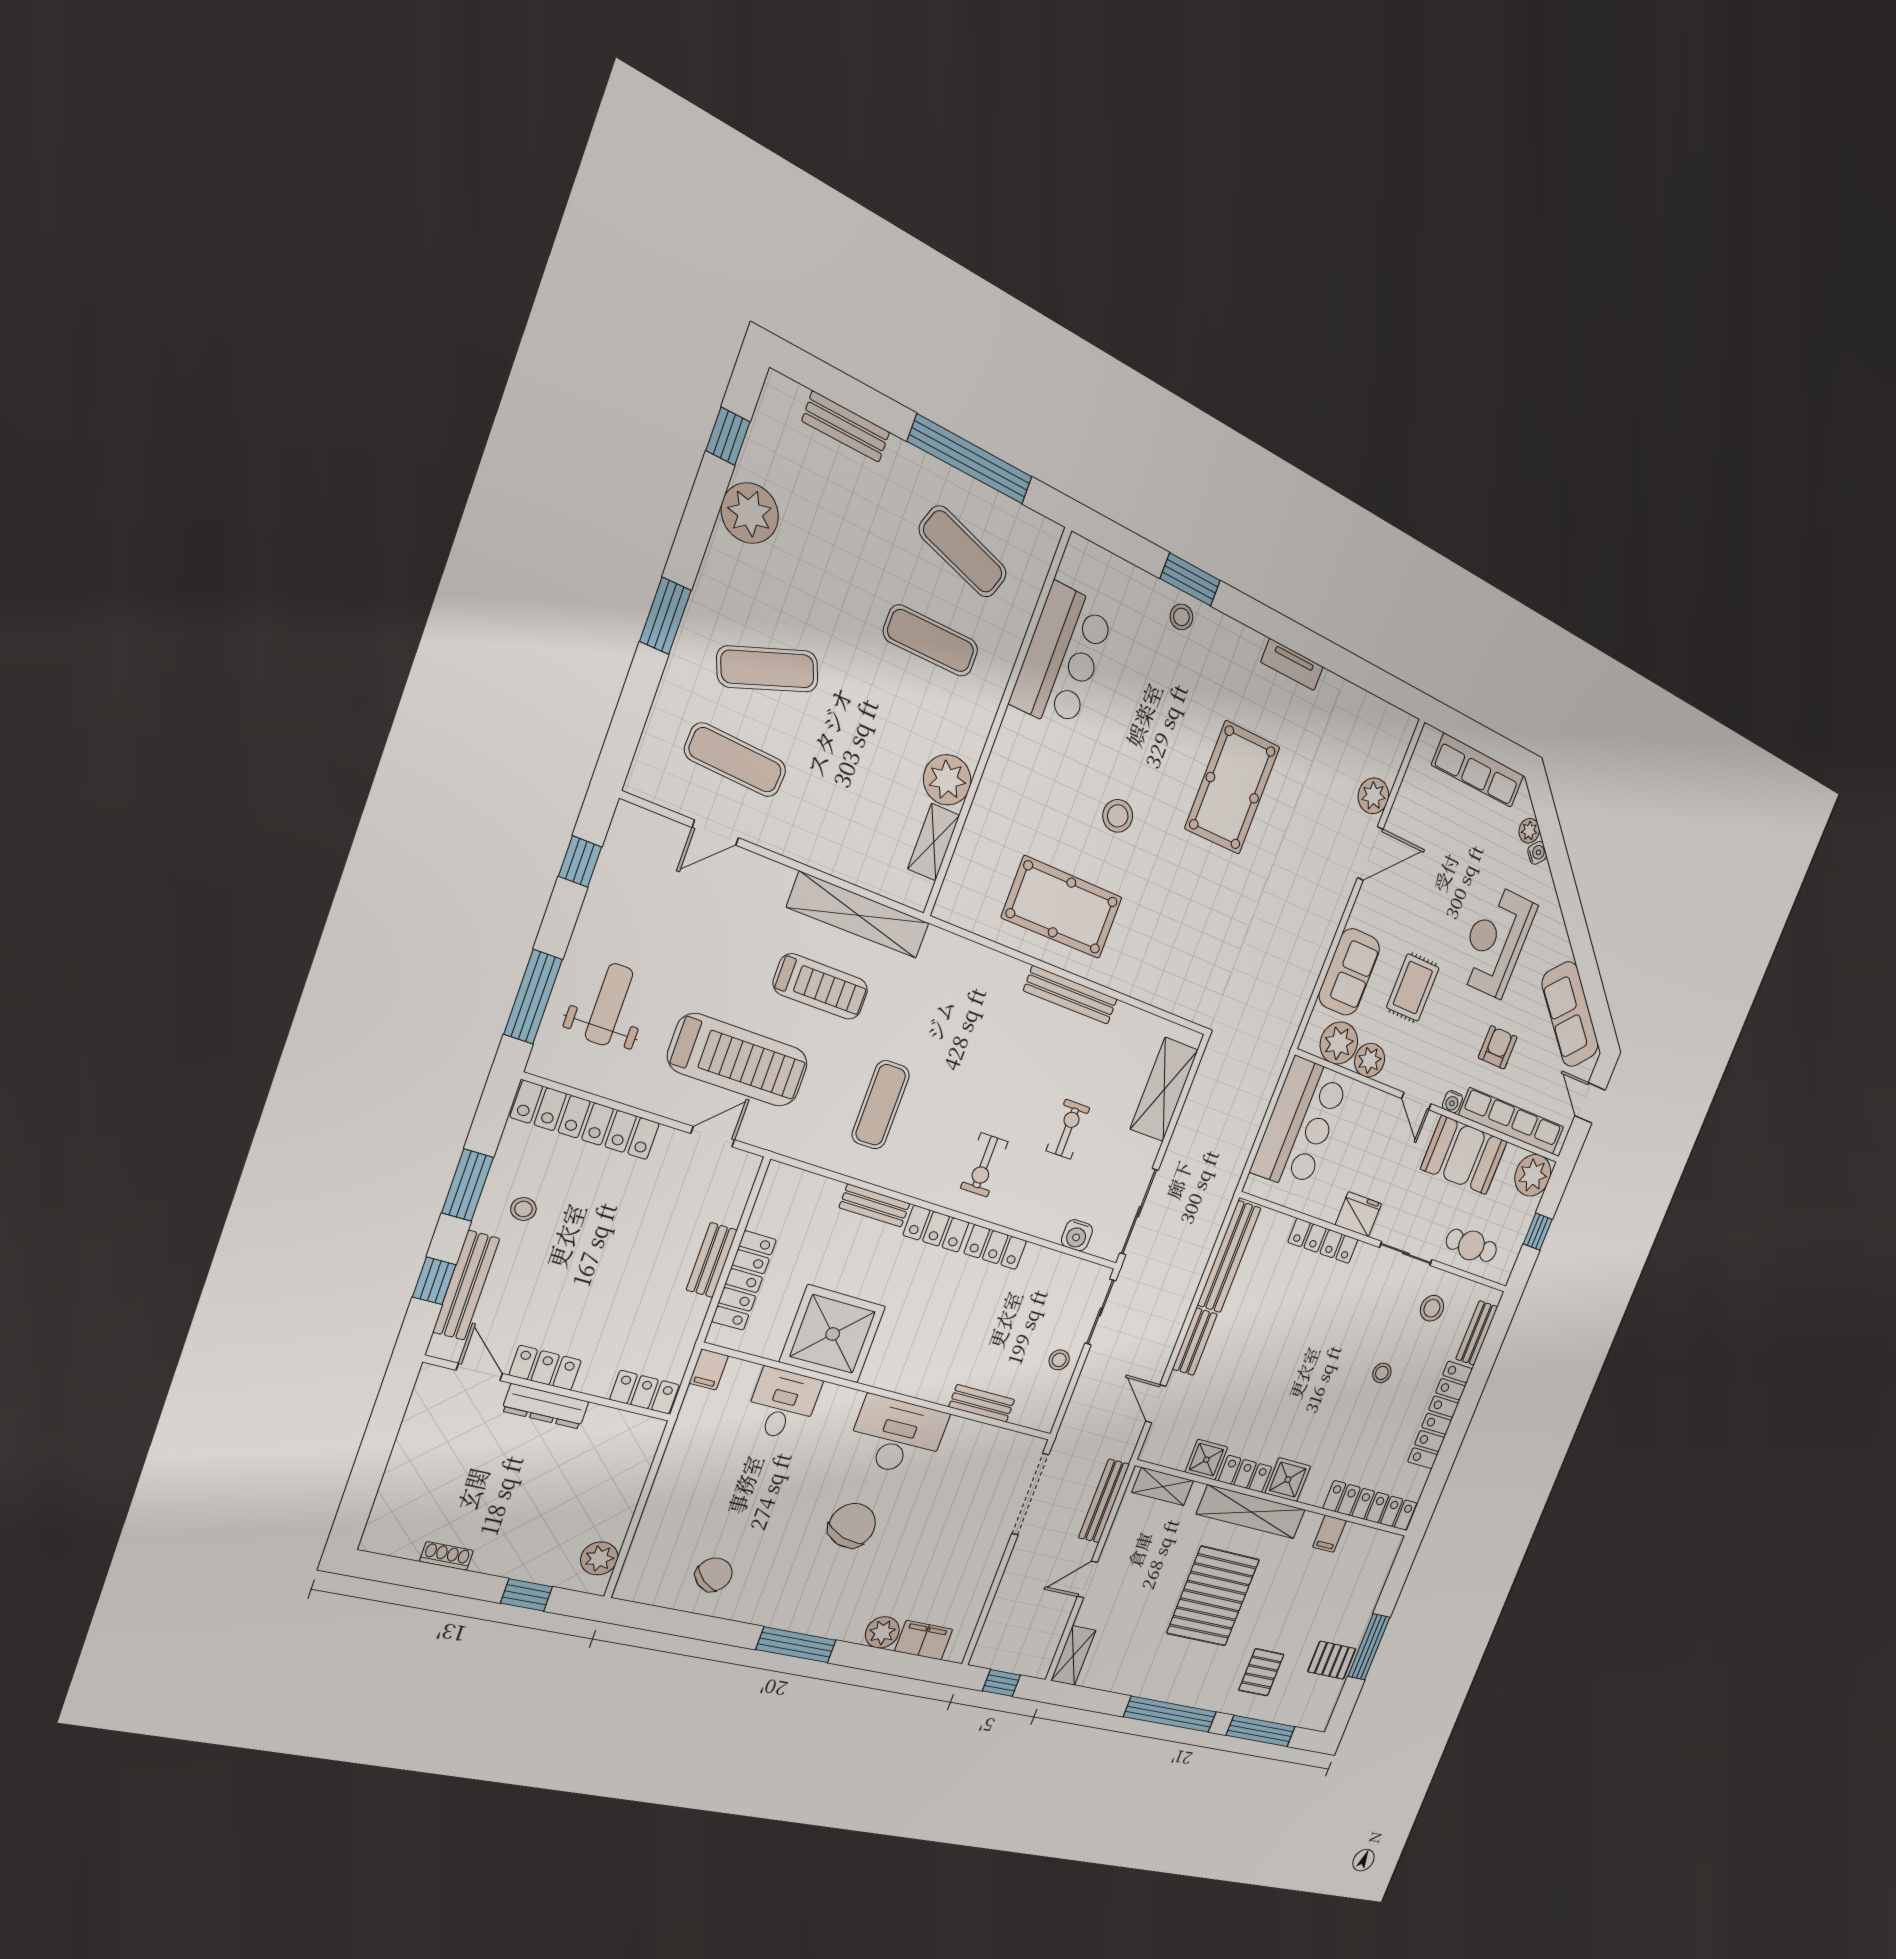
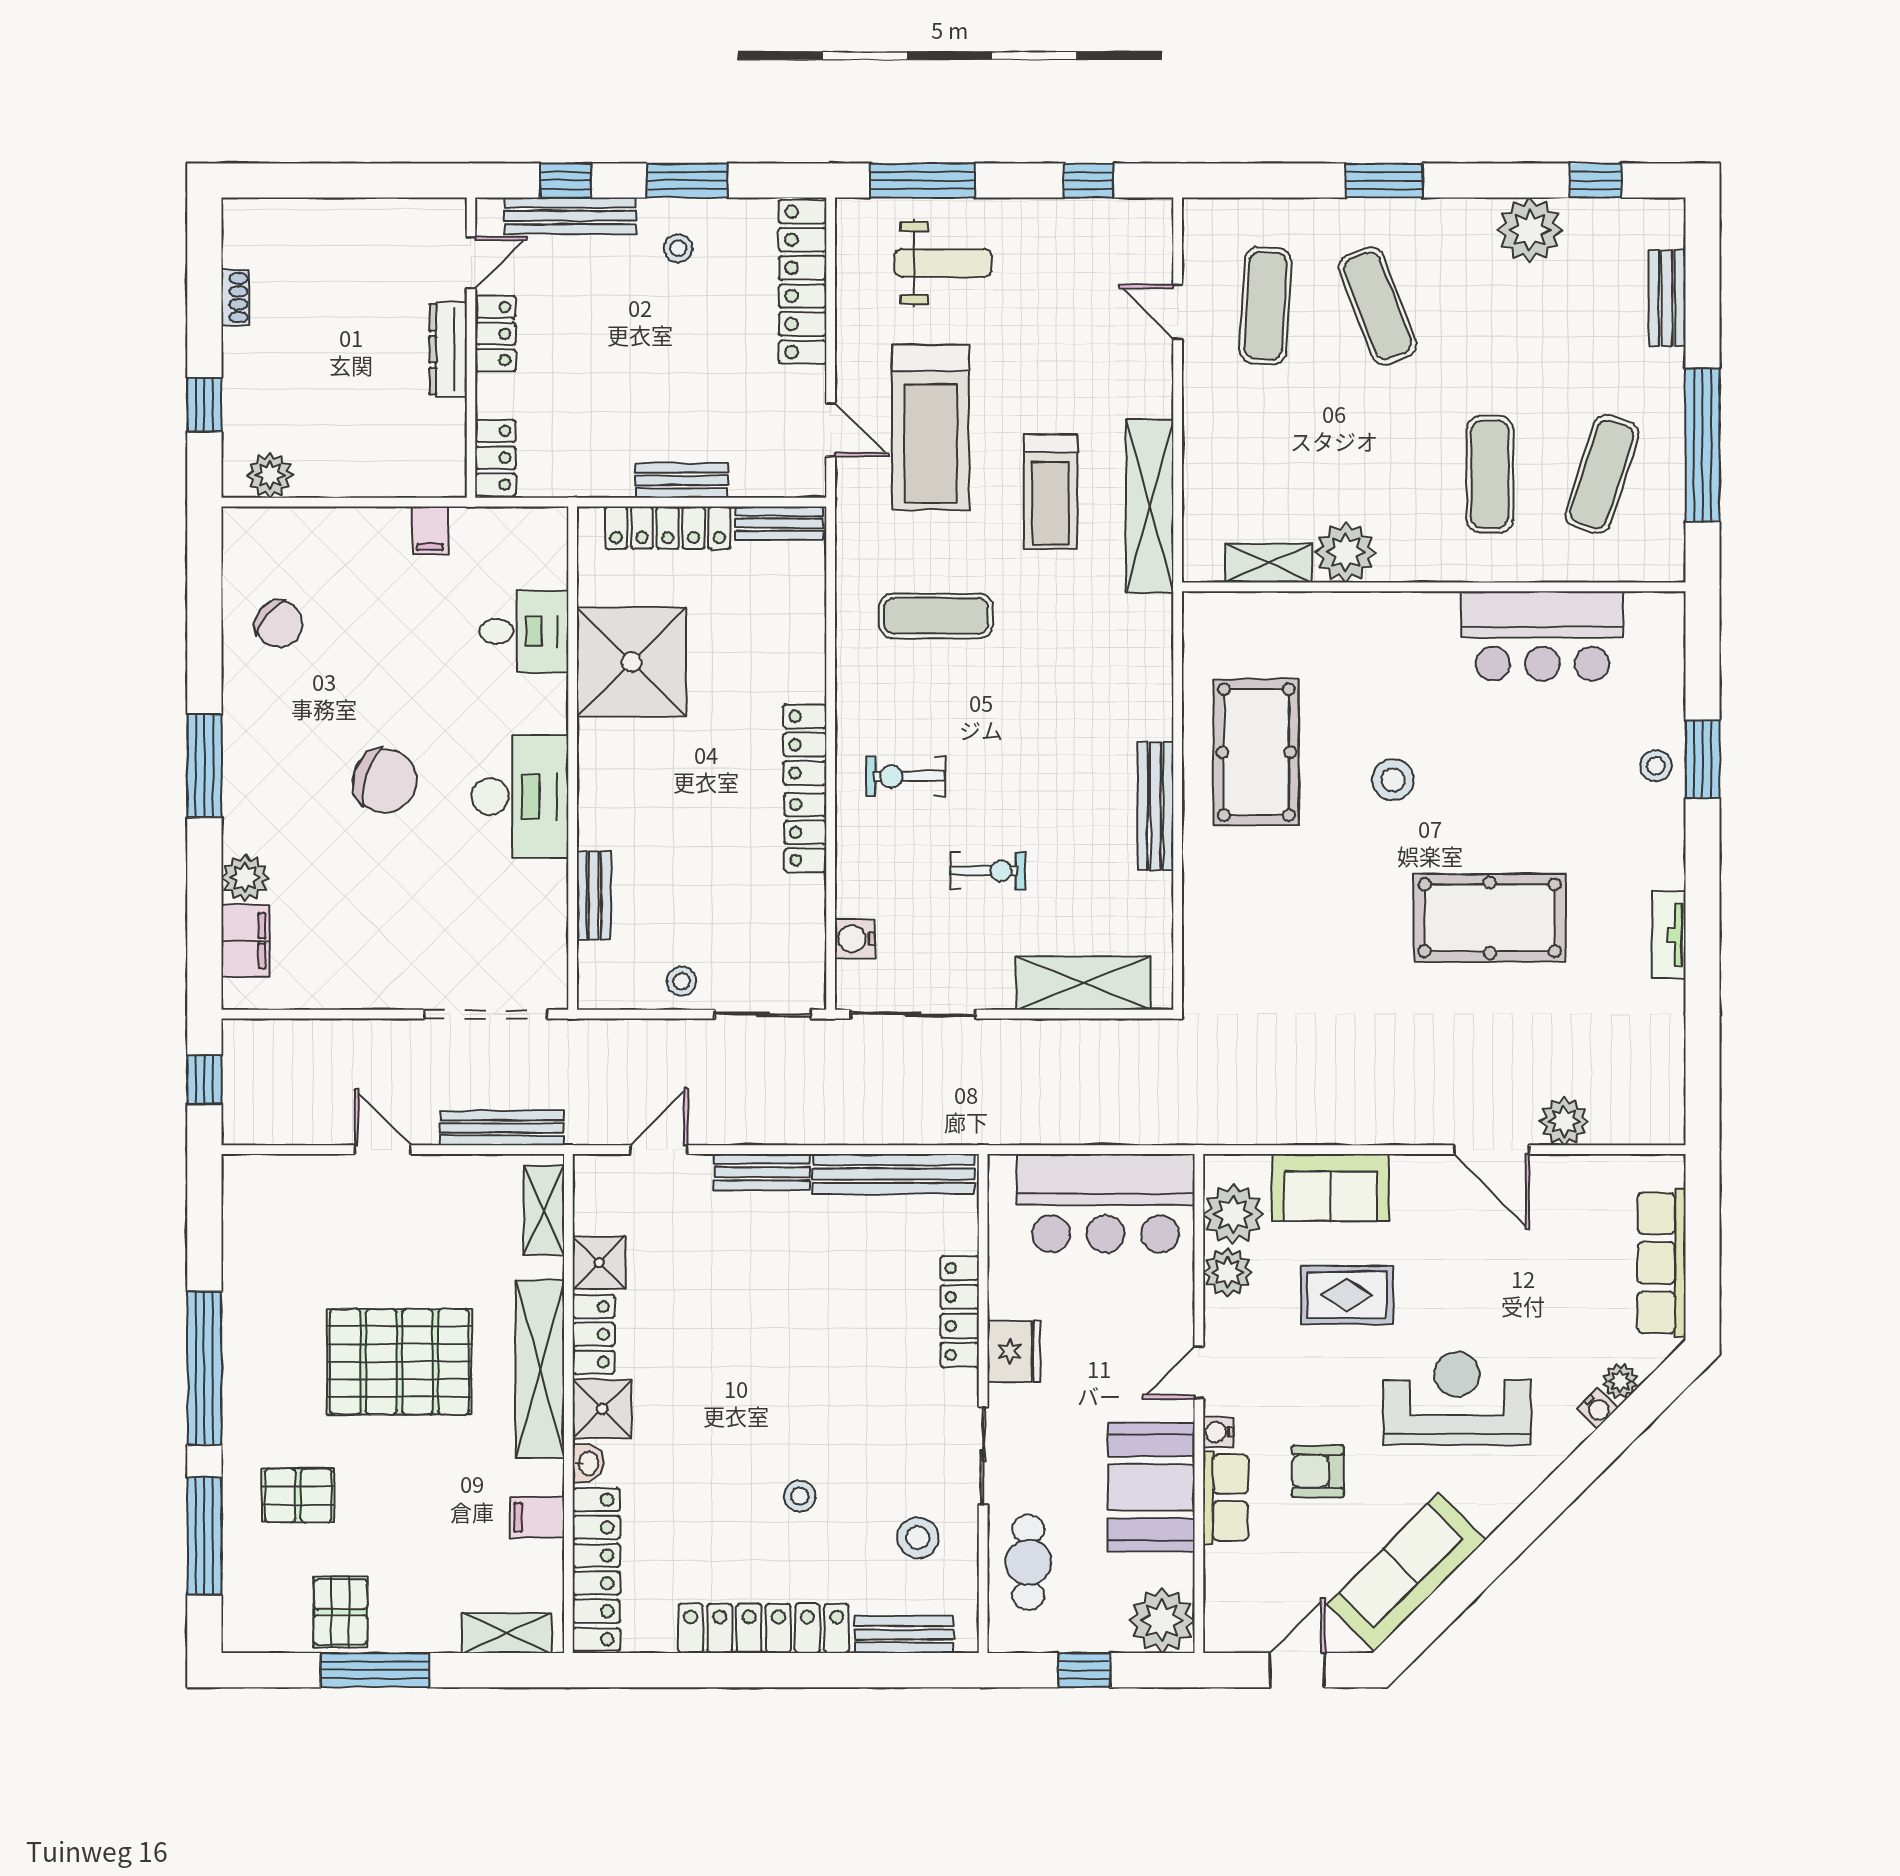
armchair: (1498, 1047) -> (1318, 1471), turned 180
row of seats: (1512, 1121) -> (1226, 1498), width x0.50
bench: (875, 1206) -> (779, 523), moved, turned 90
filing cabinet: (709, 1370) -> (430, 530), moved, turned -90
washbasin: (1313, 1496) -> (588, 1463), added
shelving: (1073, 1655) -> (507, 1633), moved

